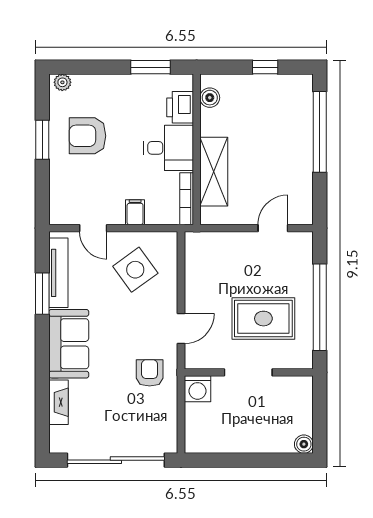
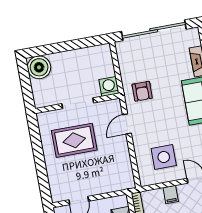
side table: (135, 270) -> (164, 157), turned 36
window: (320, 307) -> (39, 154), removed
boiler: (304, 444) -> (39, 67), width x1.86, depth x1.86

